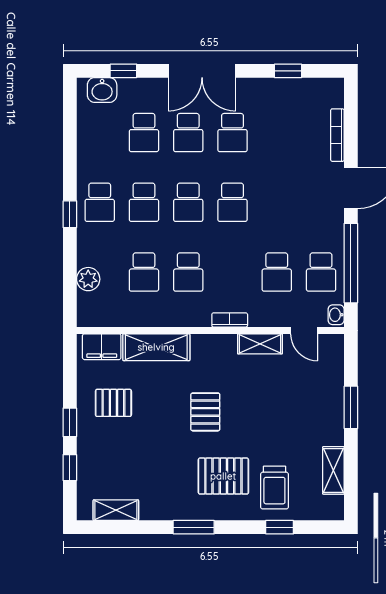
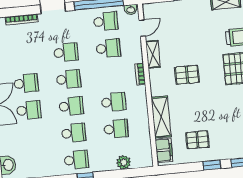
school desk: (144, 133) -> (66, 52), moved
pallet: (113, 403) -> (197, 140), turned 90
pallet: (205, 412) -> (187, 75), moved

